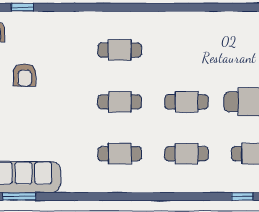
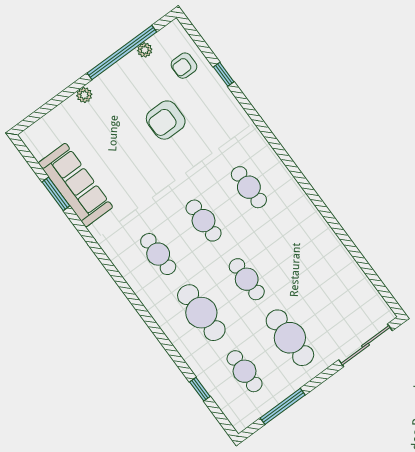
armchair: (25, 75) -> (166, 120), width x1.38, depth x1.38
cafe table: (187, 154) -> (201, 313), width x1.37, depth x1.35

